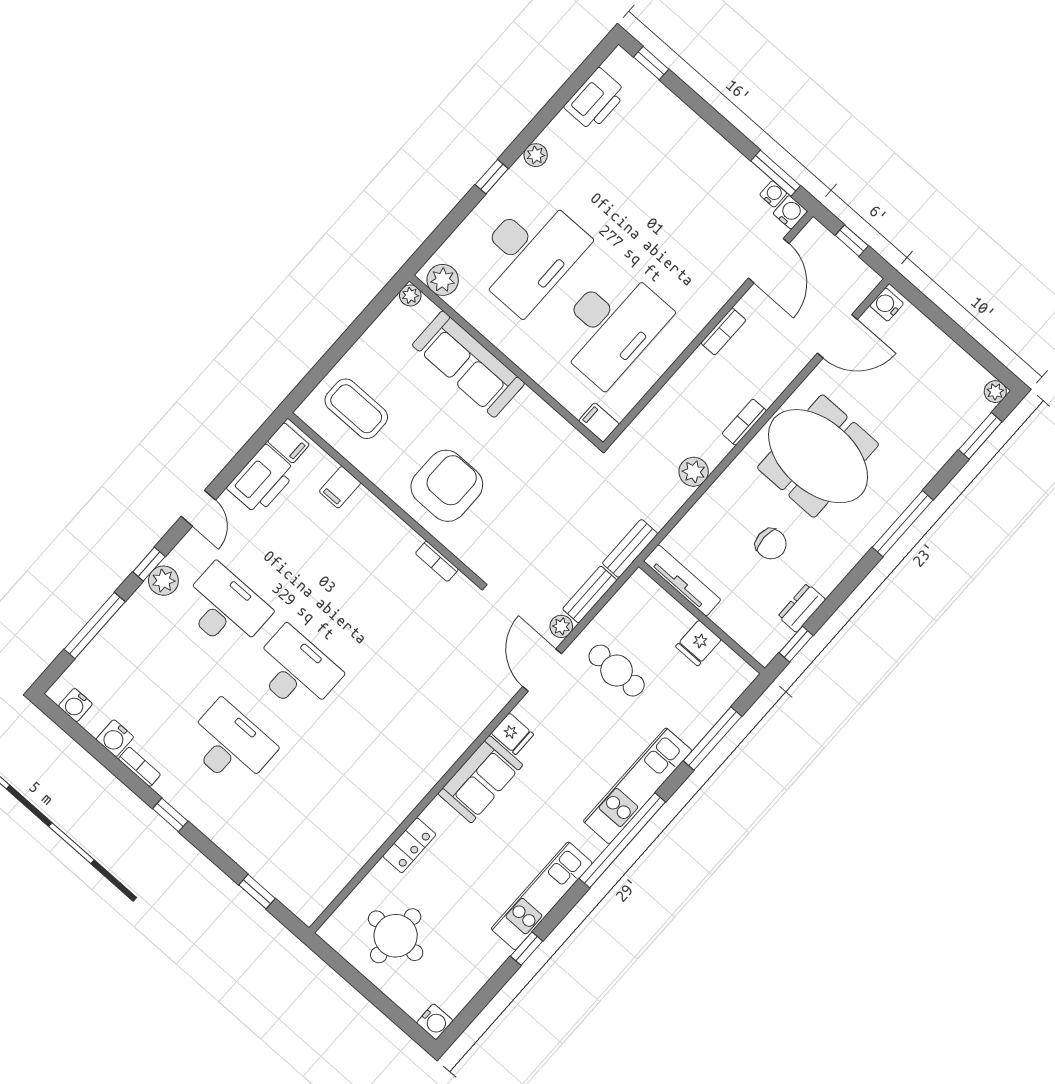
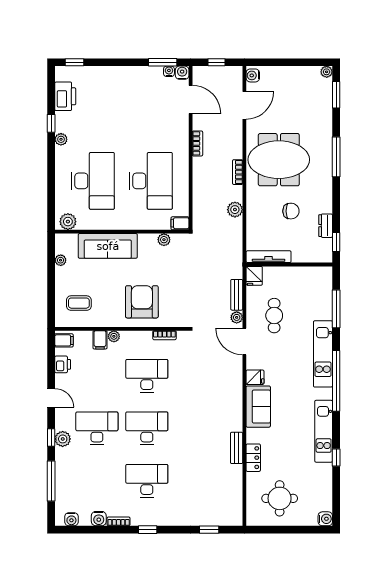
window: (492, 177) -> (51, 123), moved
plant: (410, 295) -> (61, 260), moved
coffee table: (356, 409) -> (79, 303), width x0.73, depth x0.77
plant: (556, 426) -> (164, 240), added
printer: (262, 480) -> (63, 364), width x0.53, depth x0.68
plant: (364, 500) -> (114, 336), added
bench: (630, 548) -> (237, 448), moved
desk: (361, 596) -> (147, 376), added
fridge: (698, 643) -> (254, 276), moved
cafe table: (617, 671) -> (274, 316), turned 90

